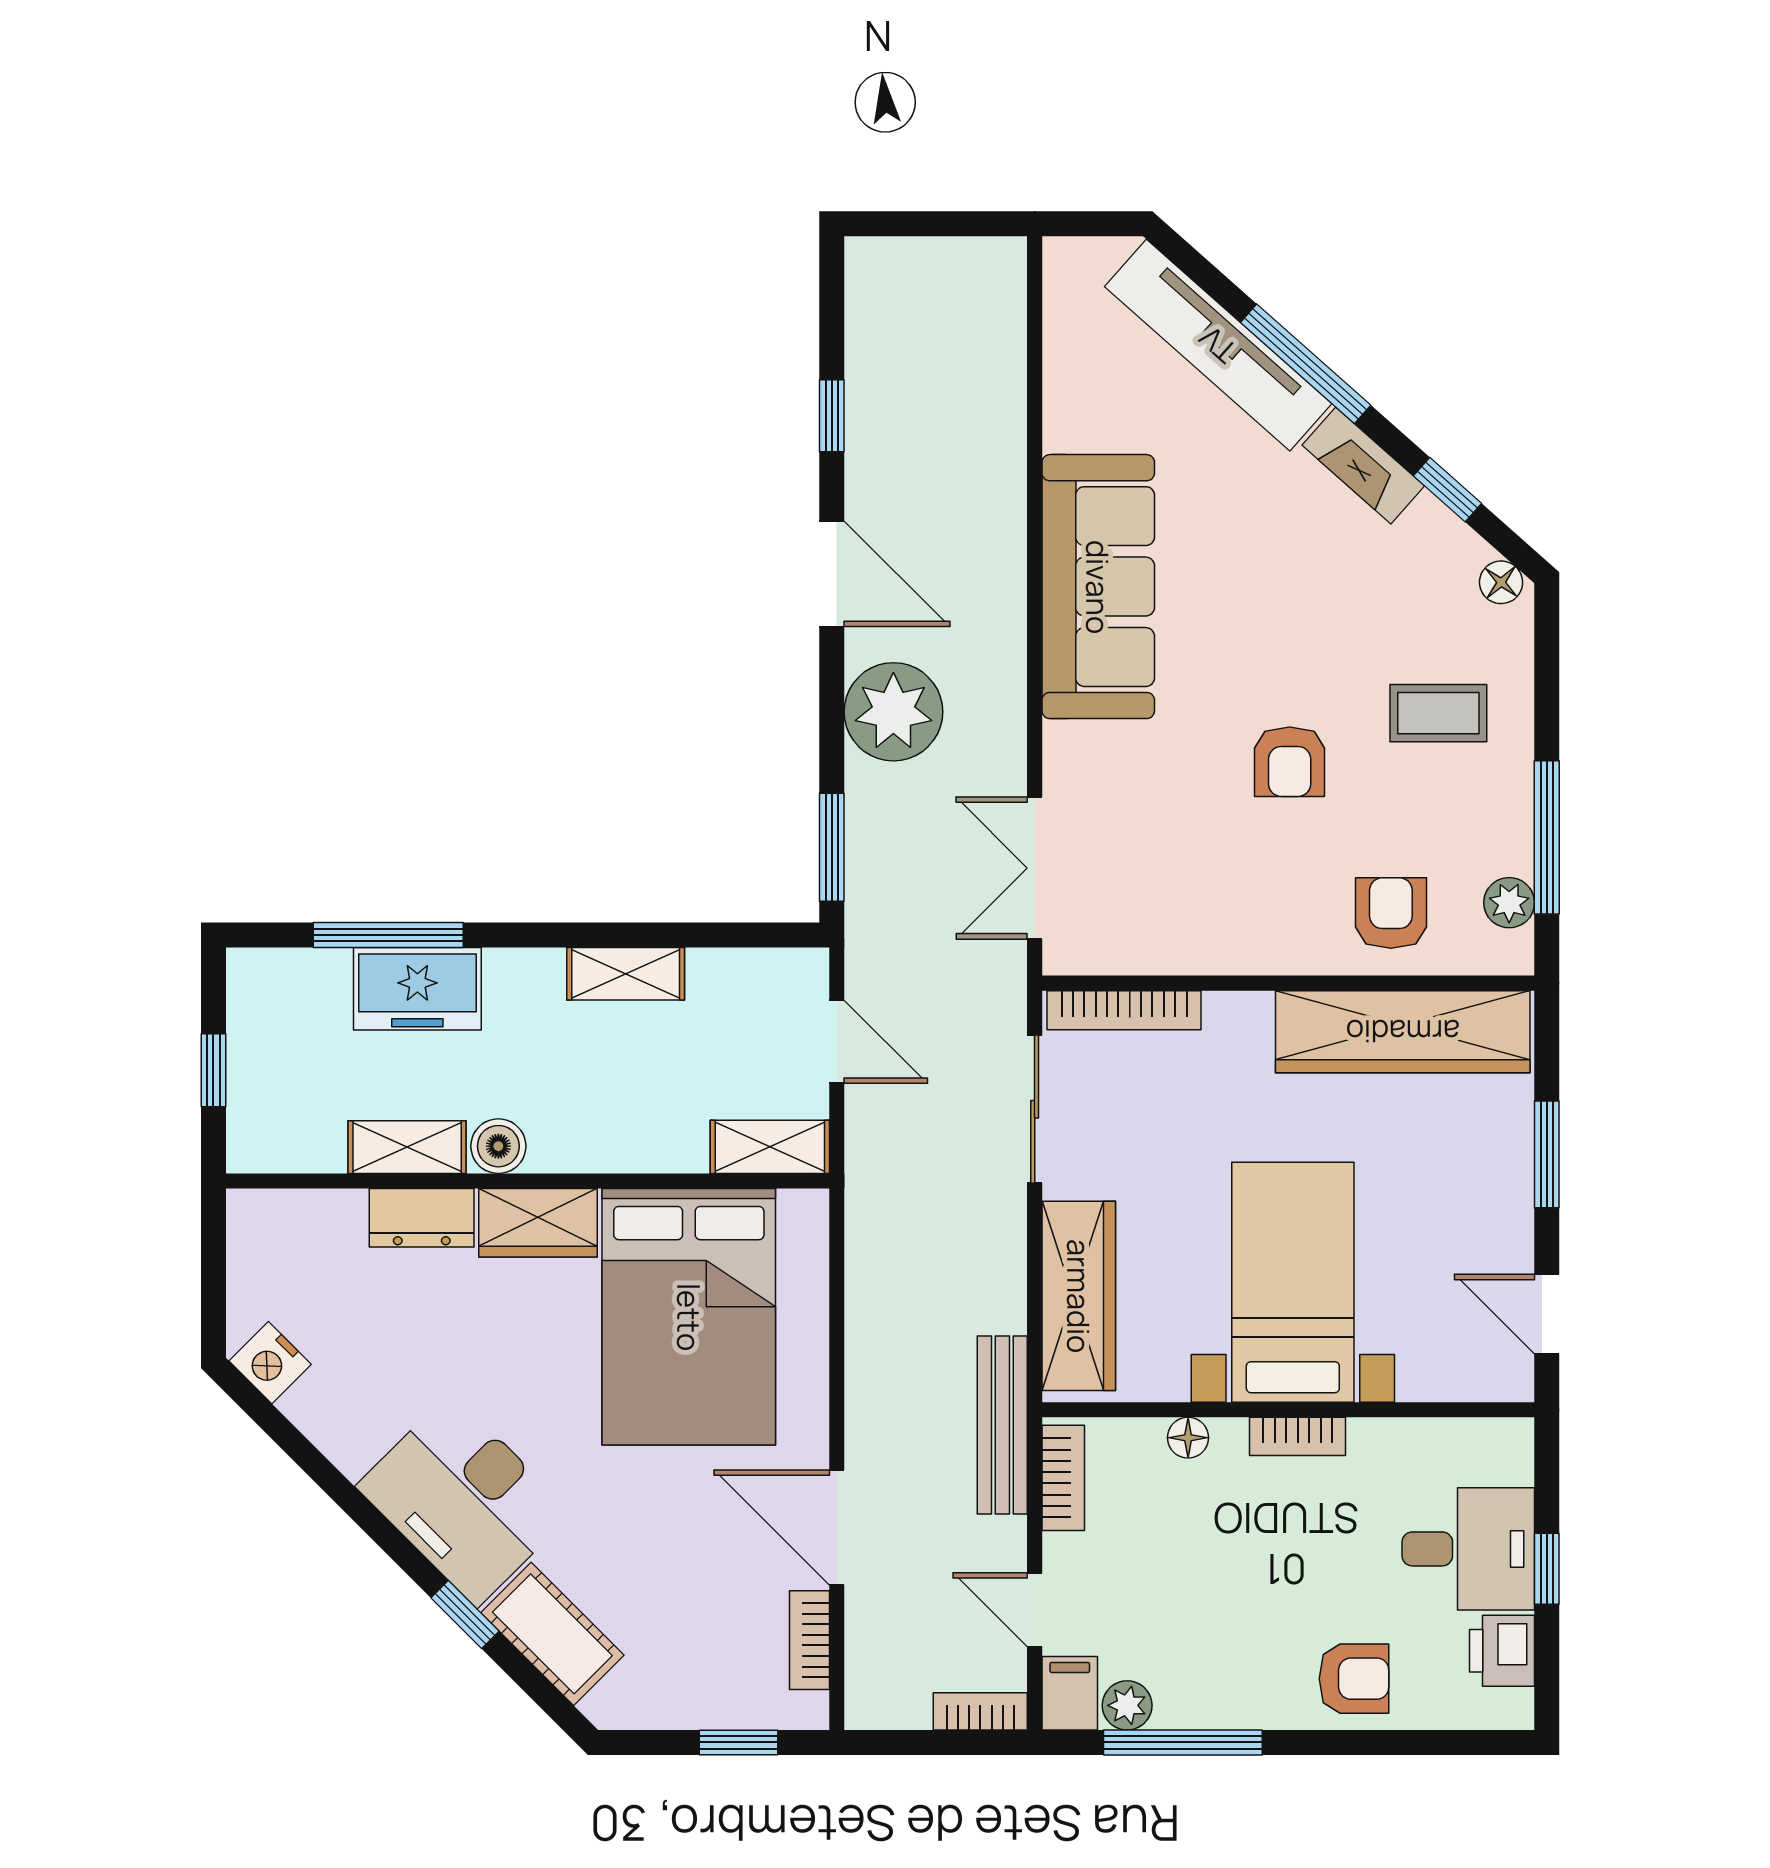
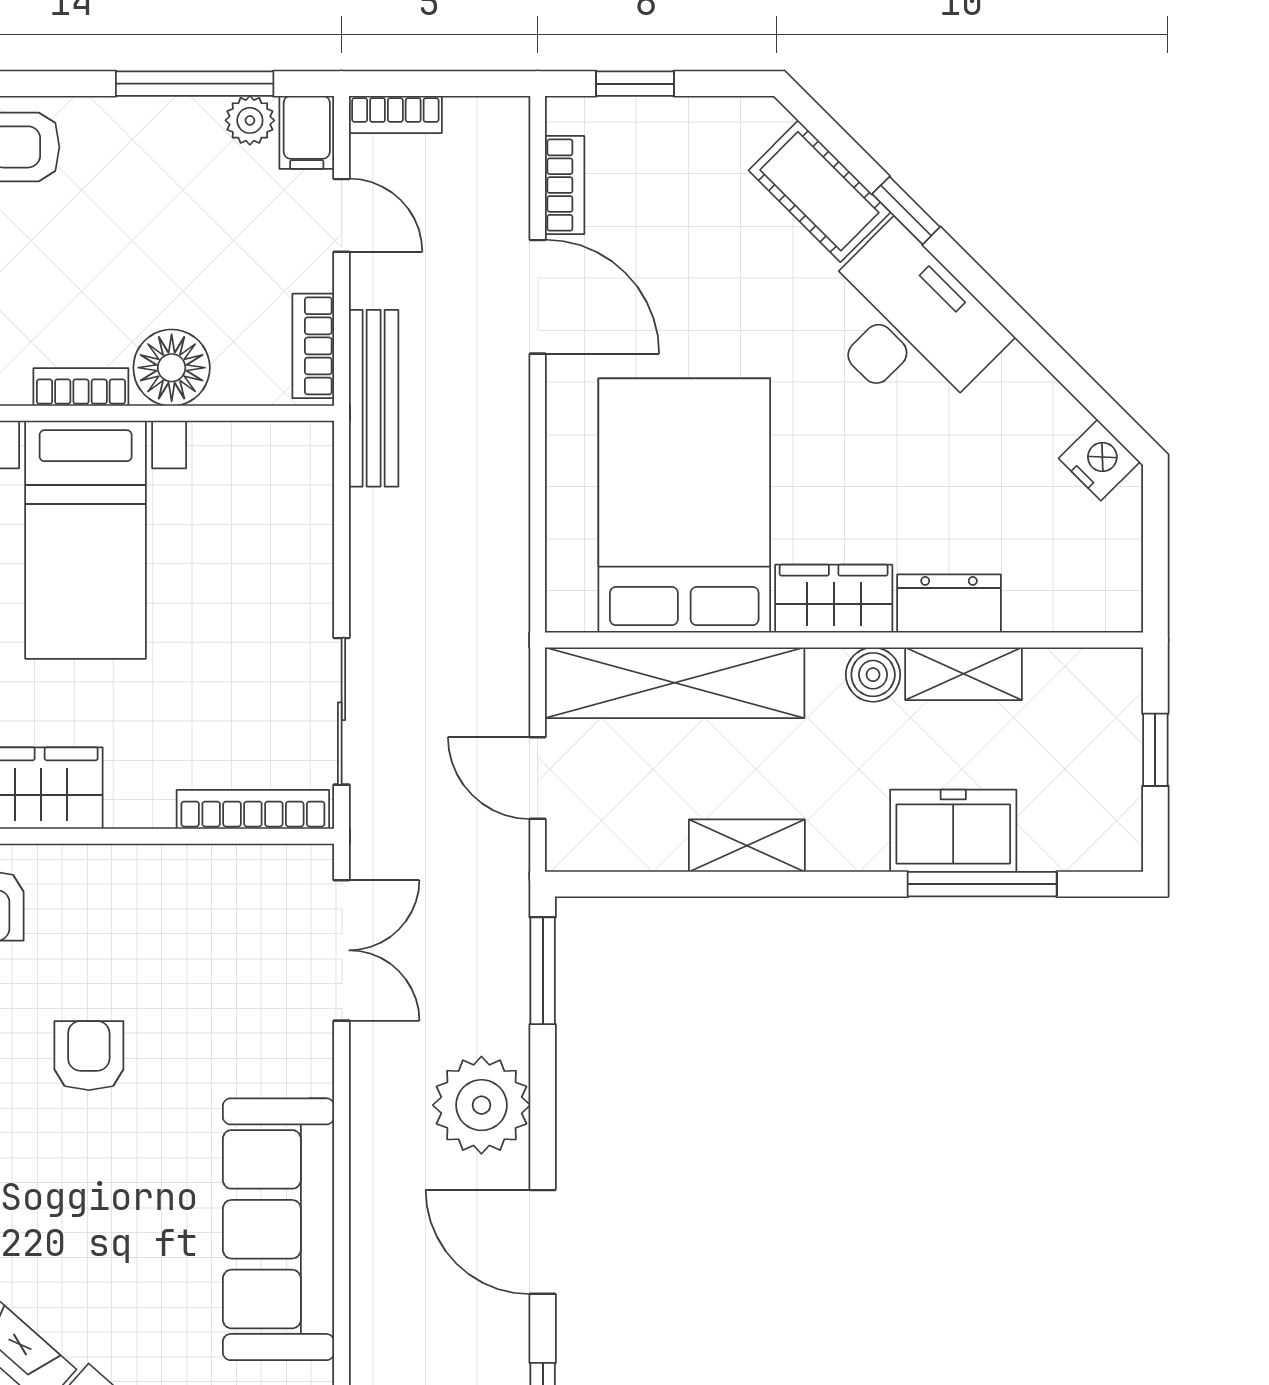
shelving: (770, 1147) -> (675, 683), width x2.20, depth x1.33
wardrobe: (1079, 1296) -> (298, 526), removed
floor lamp: (1188, 1438) -> (172, 368), width x1.89, depth x1.89

